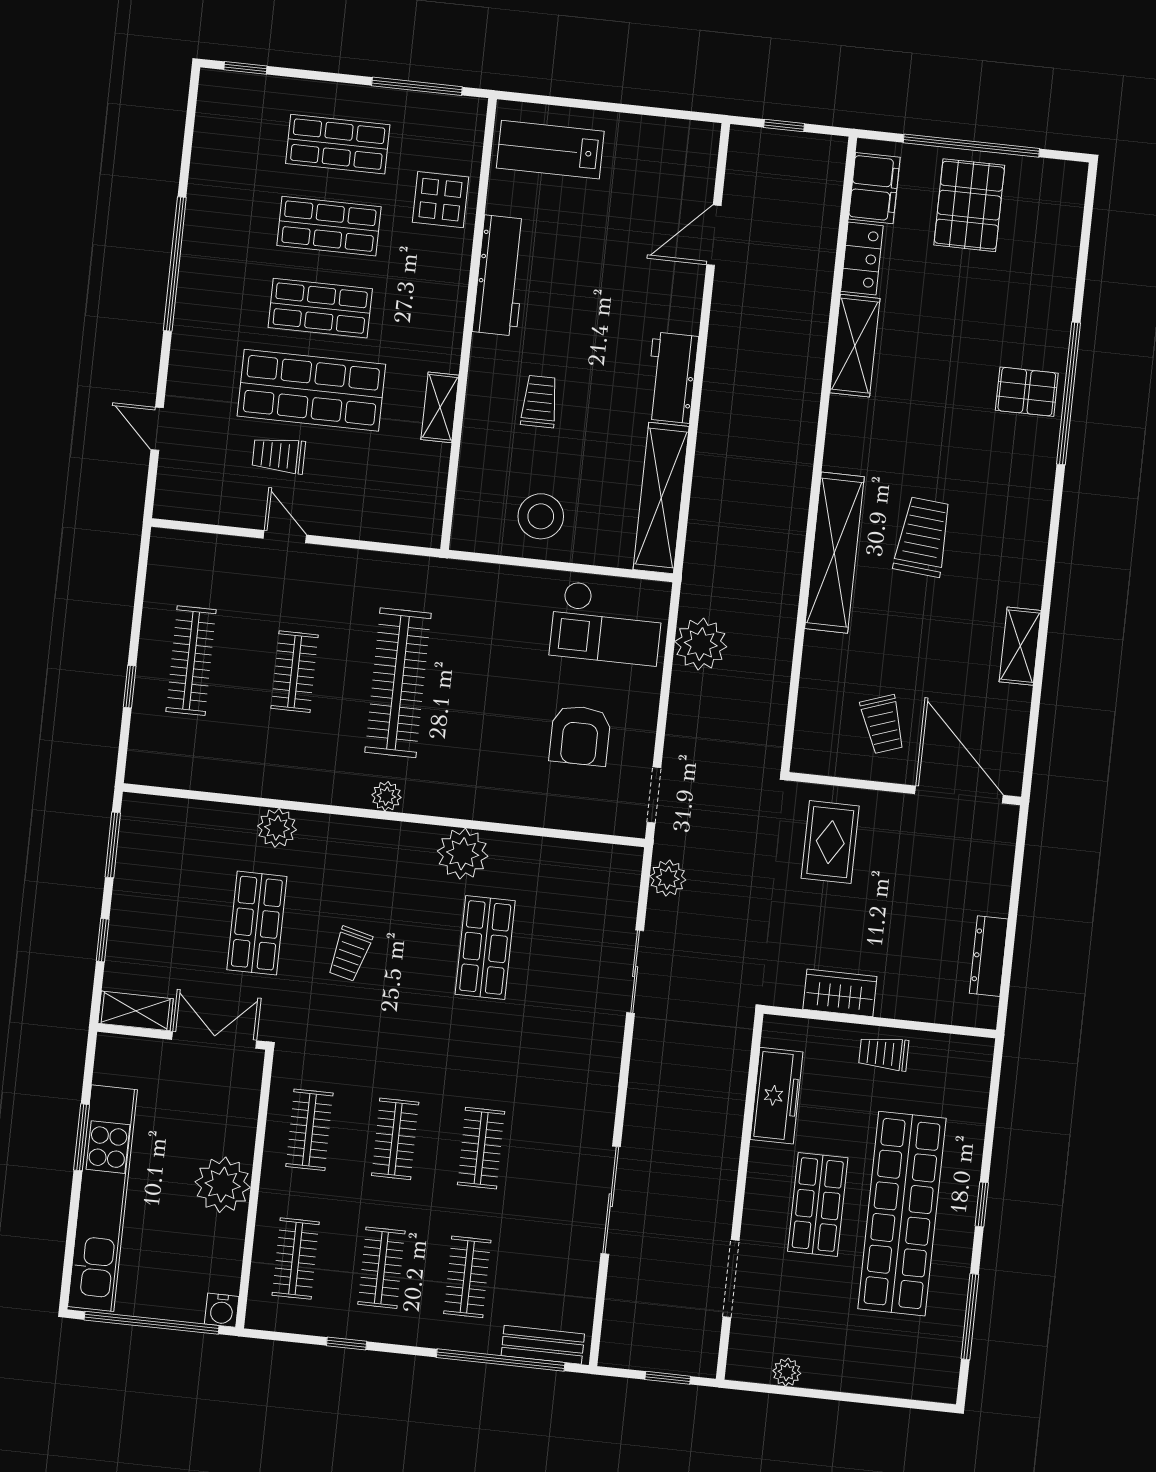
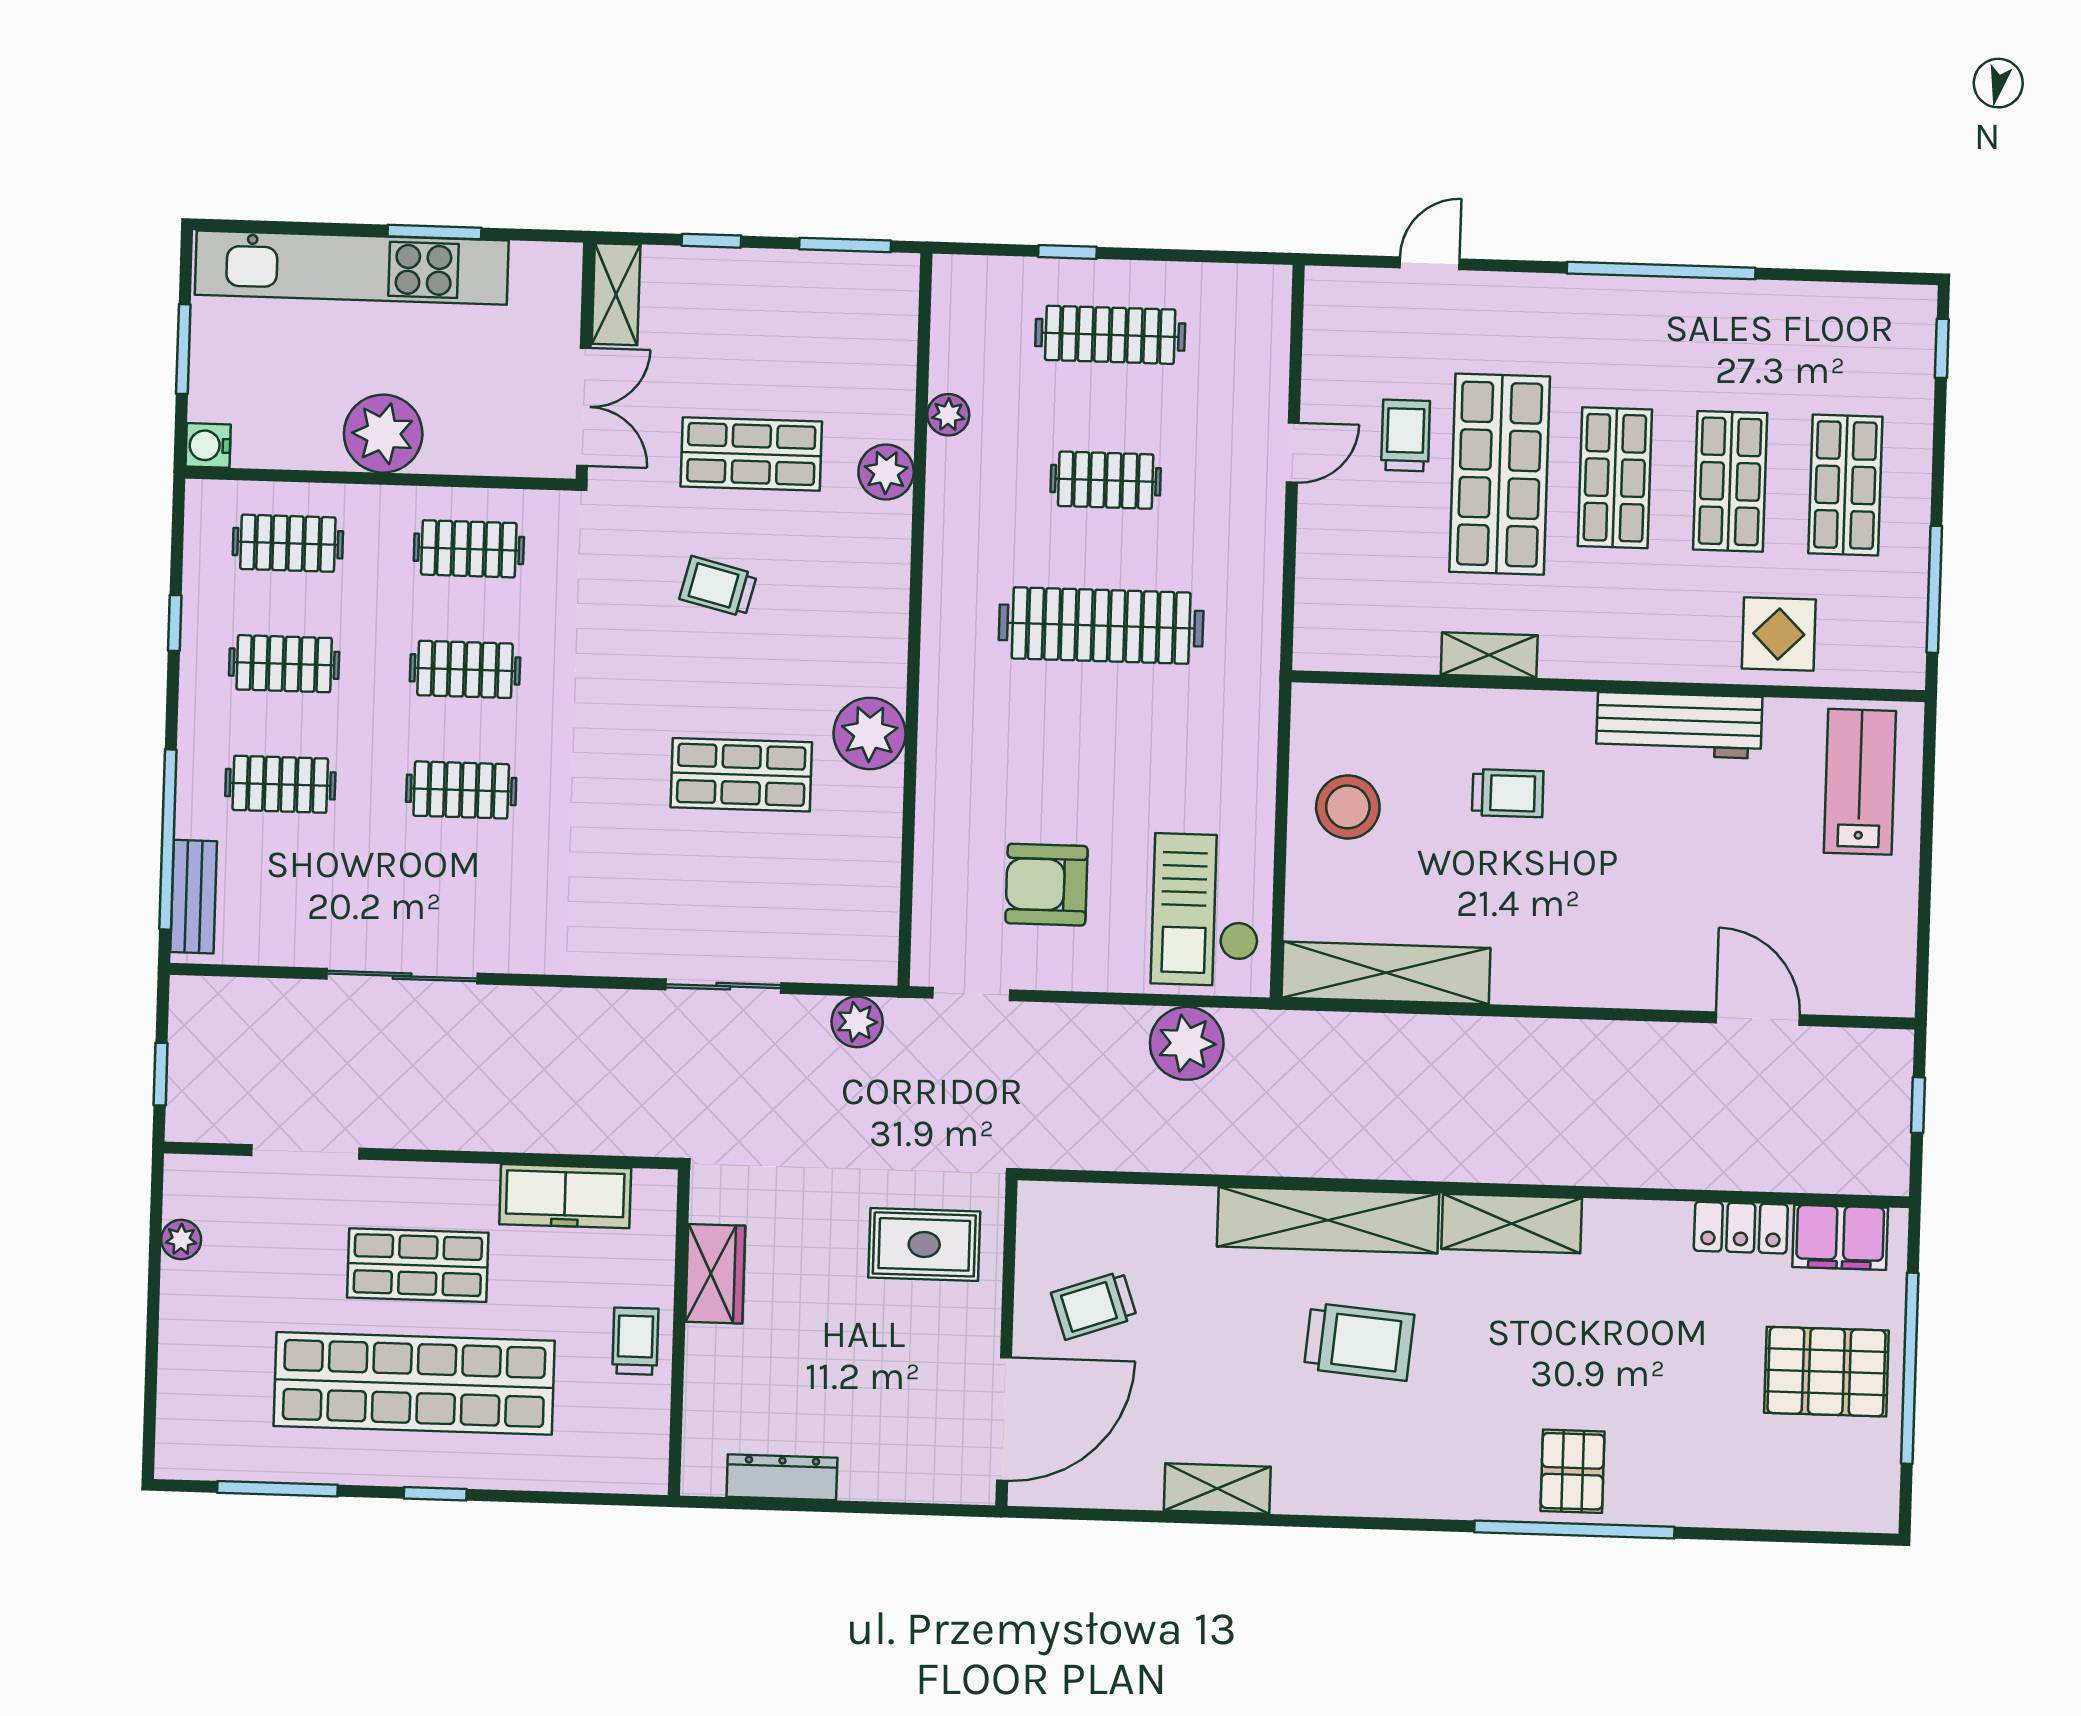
shelving: (855, 346) -> (1512, 1224), moved
workbench: (672, 378) -> (1555, 975), removed
plant: (386, 796) -> (948, 415), moved
window: (152, 1323) -> (183, 349), width x0.47

